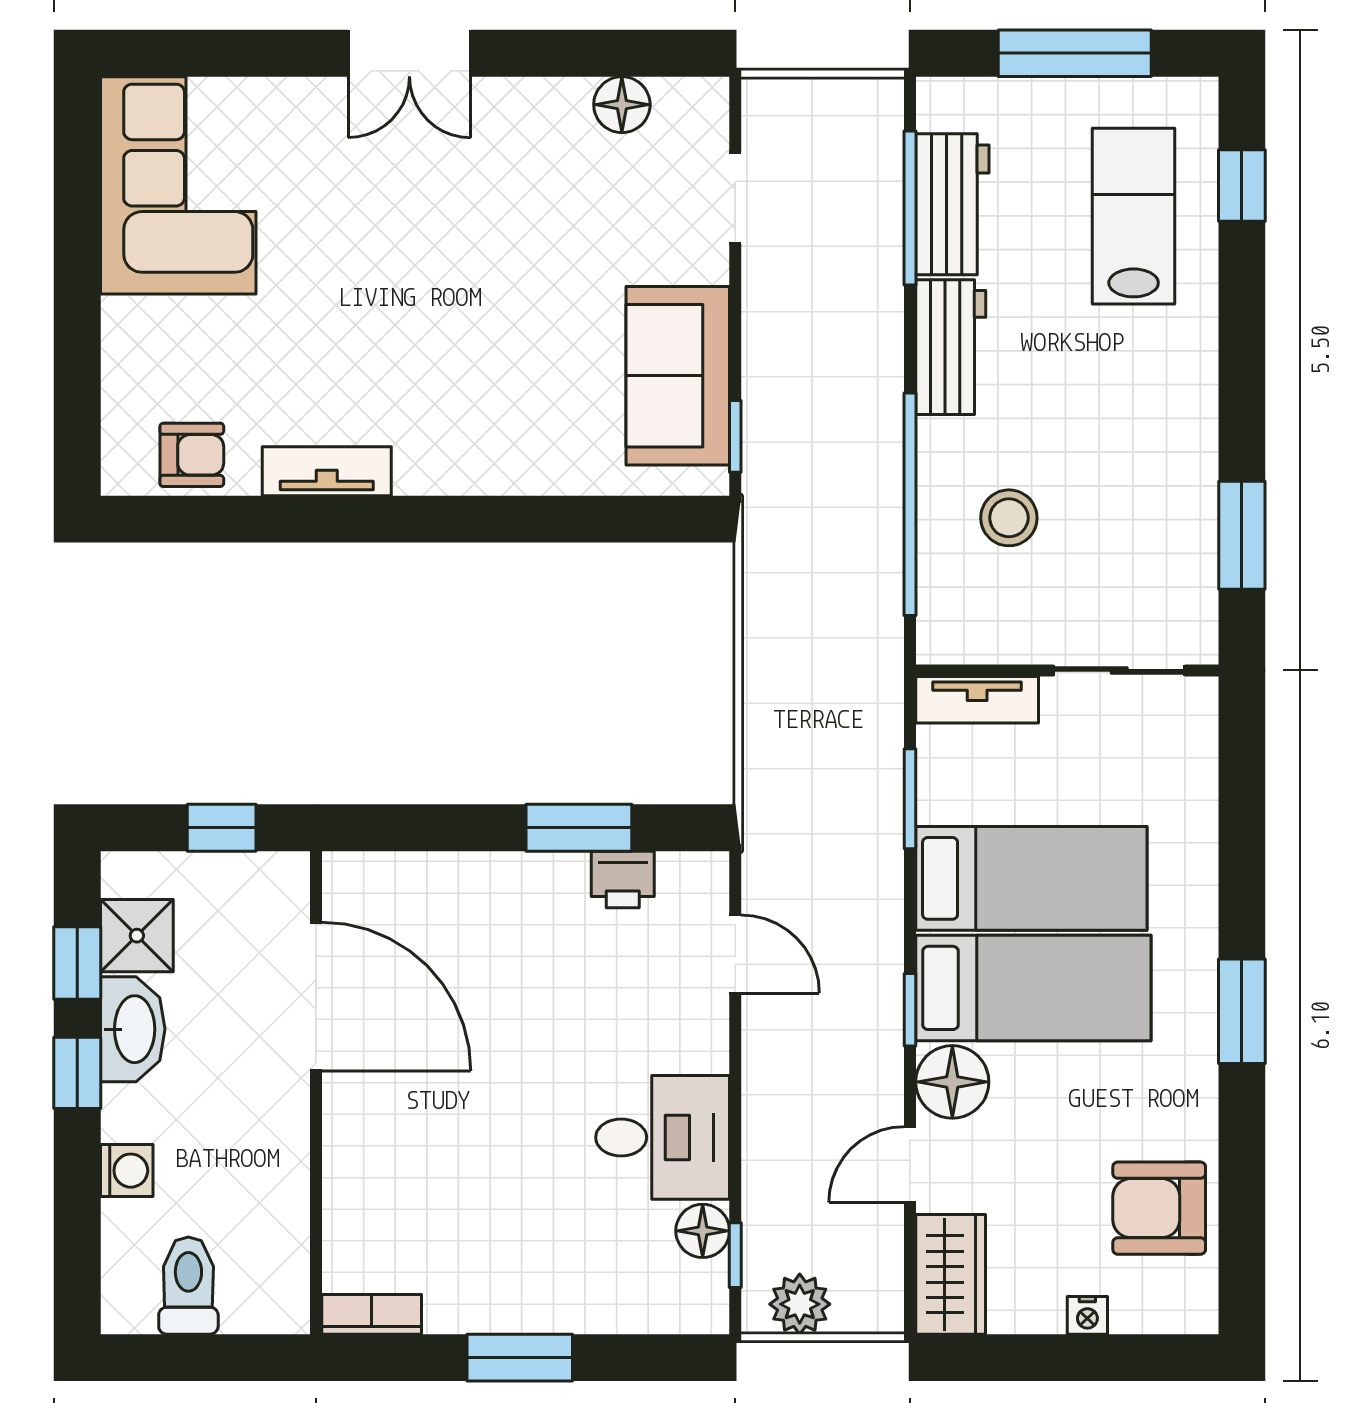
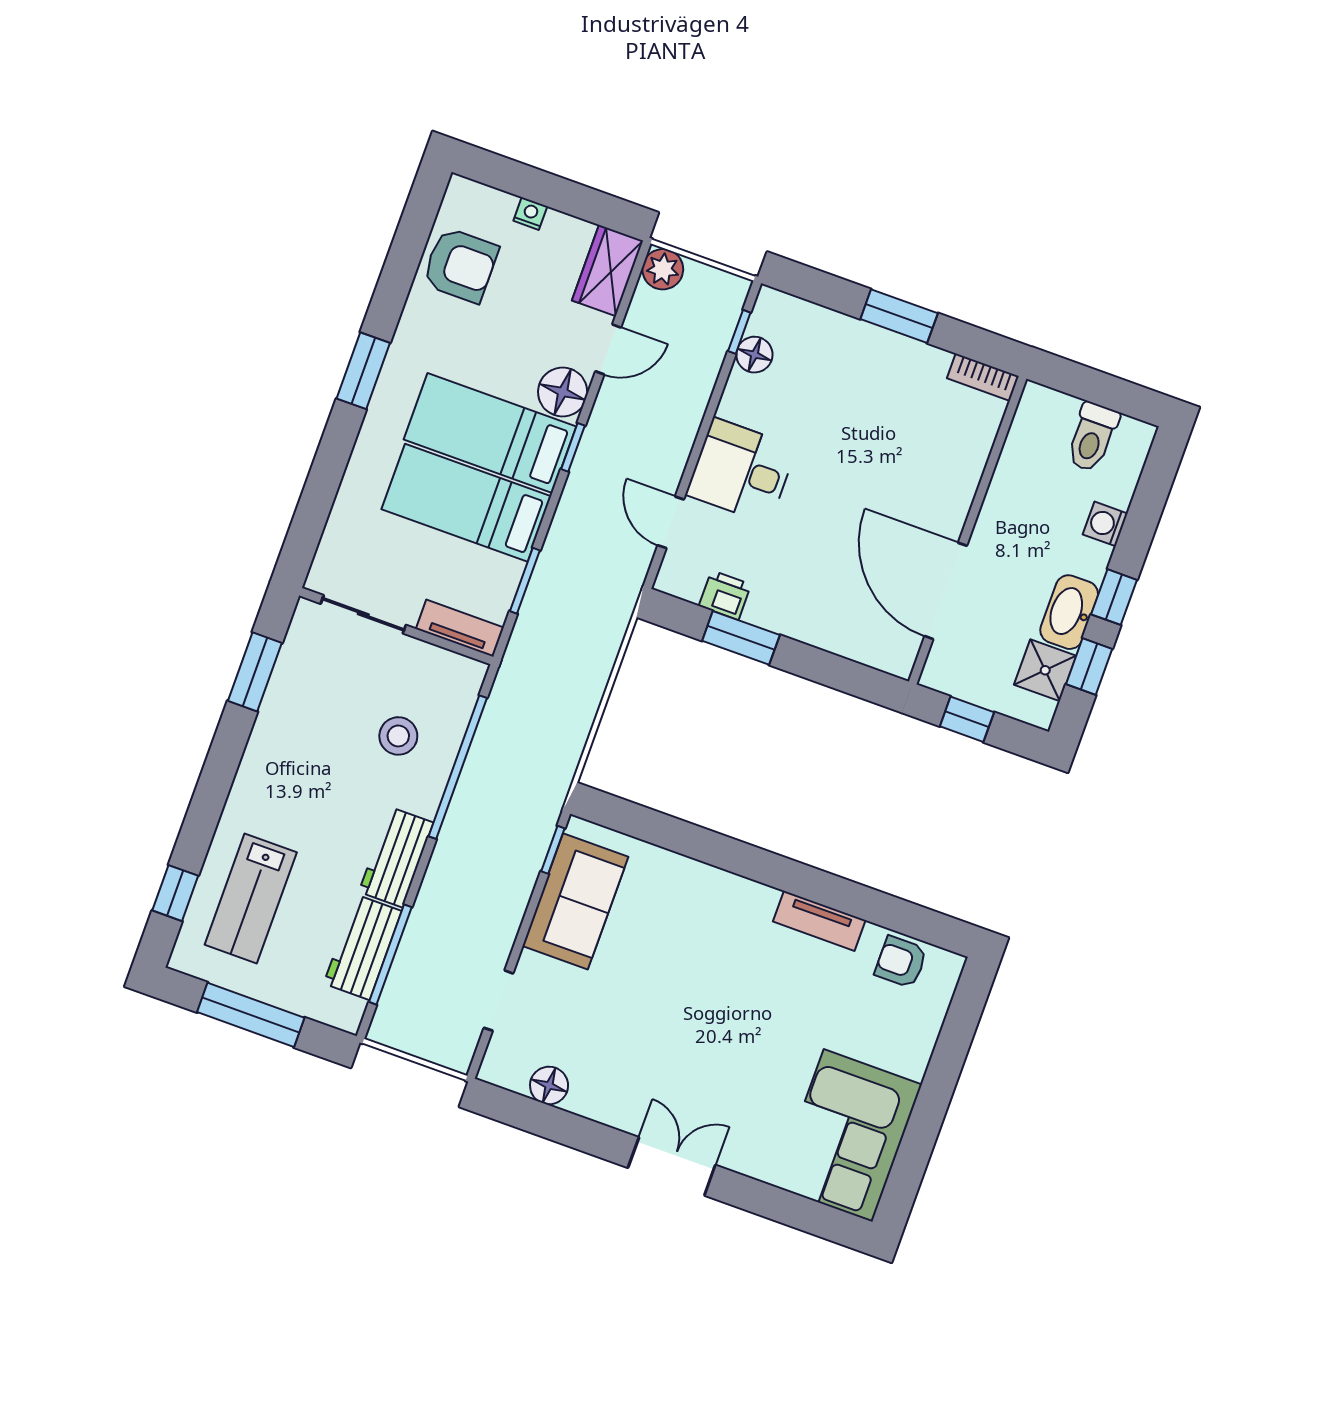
desk: (663, 1137) -> (741, 471), moved
plant: (800, 1304) -> (663, 269), moved

